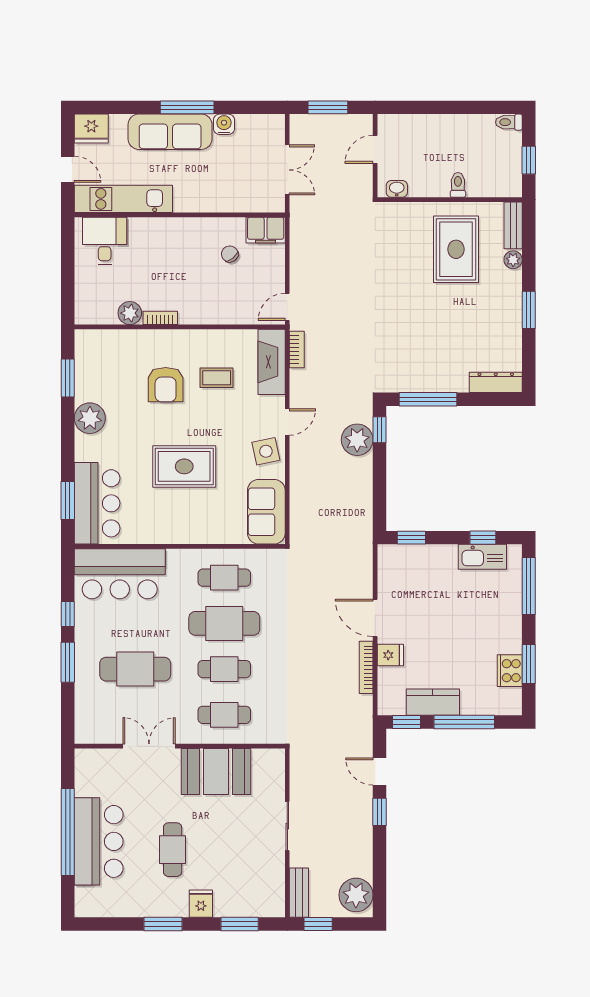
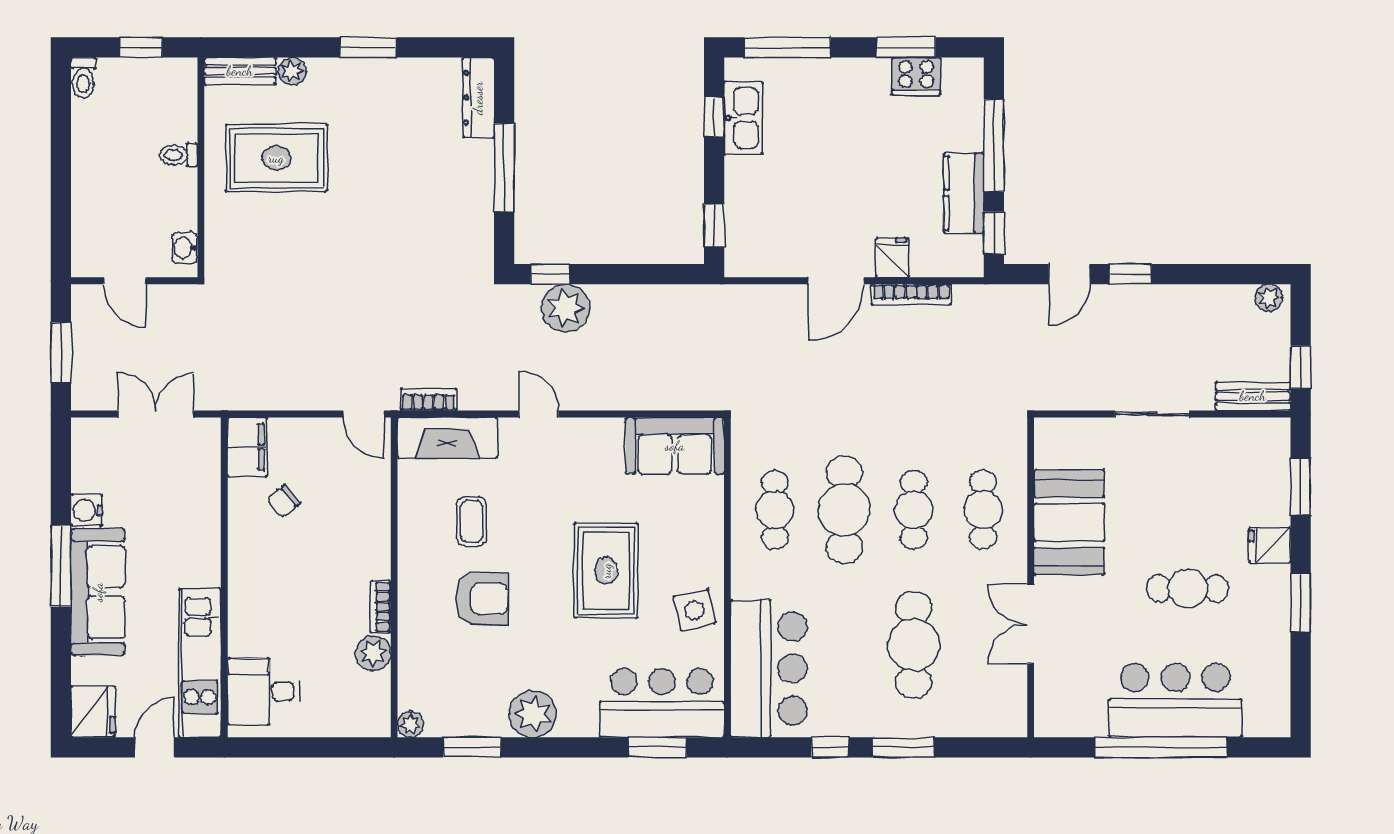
plant: (83, 338) -> (410, 724), added
window: (428, 399) -> (504, 168), moved
side table: (266, 451) -> (694, 610), moved
plant: (356, 895) -> (1269, 298), width x0.53, depth x0.53

